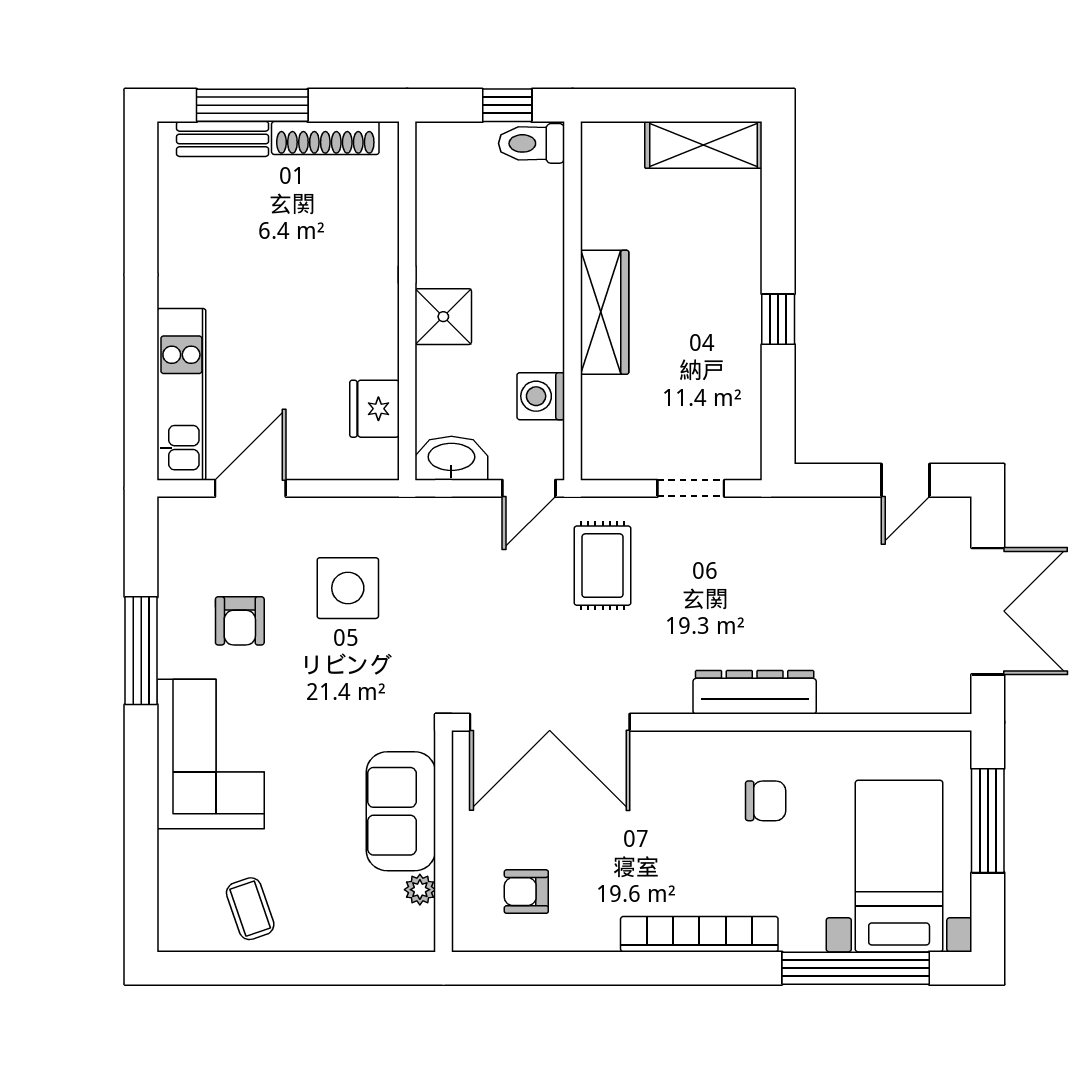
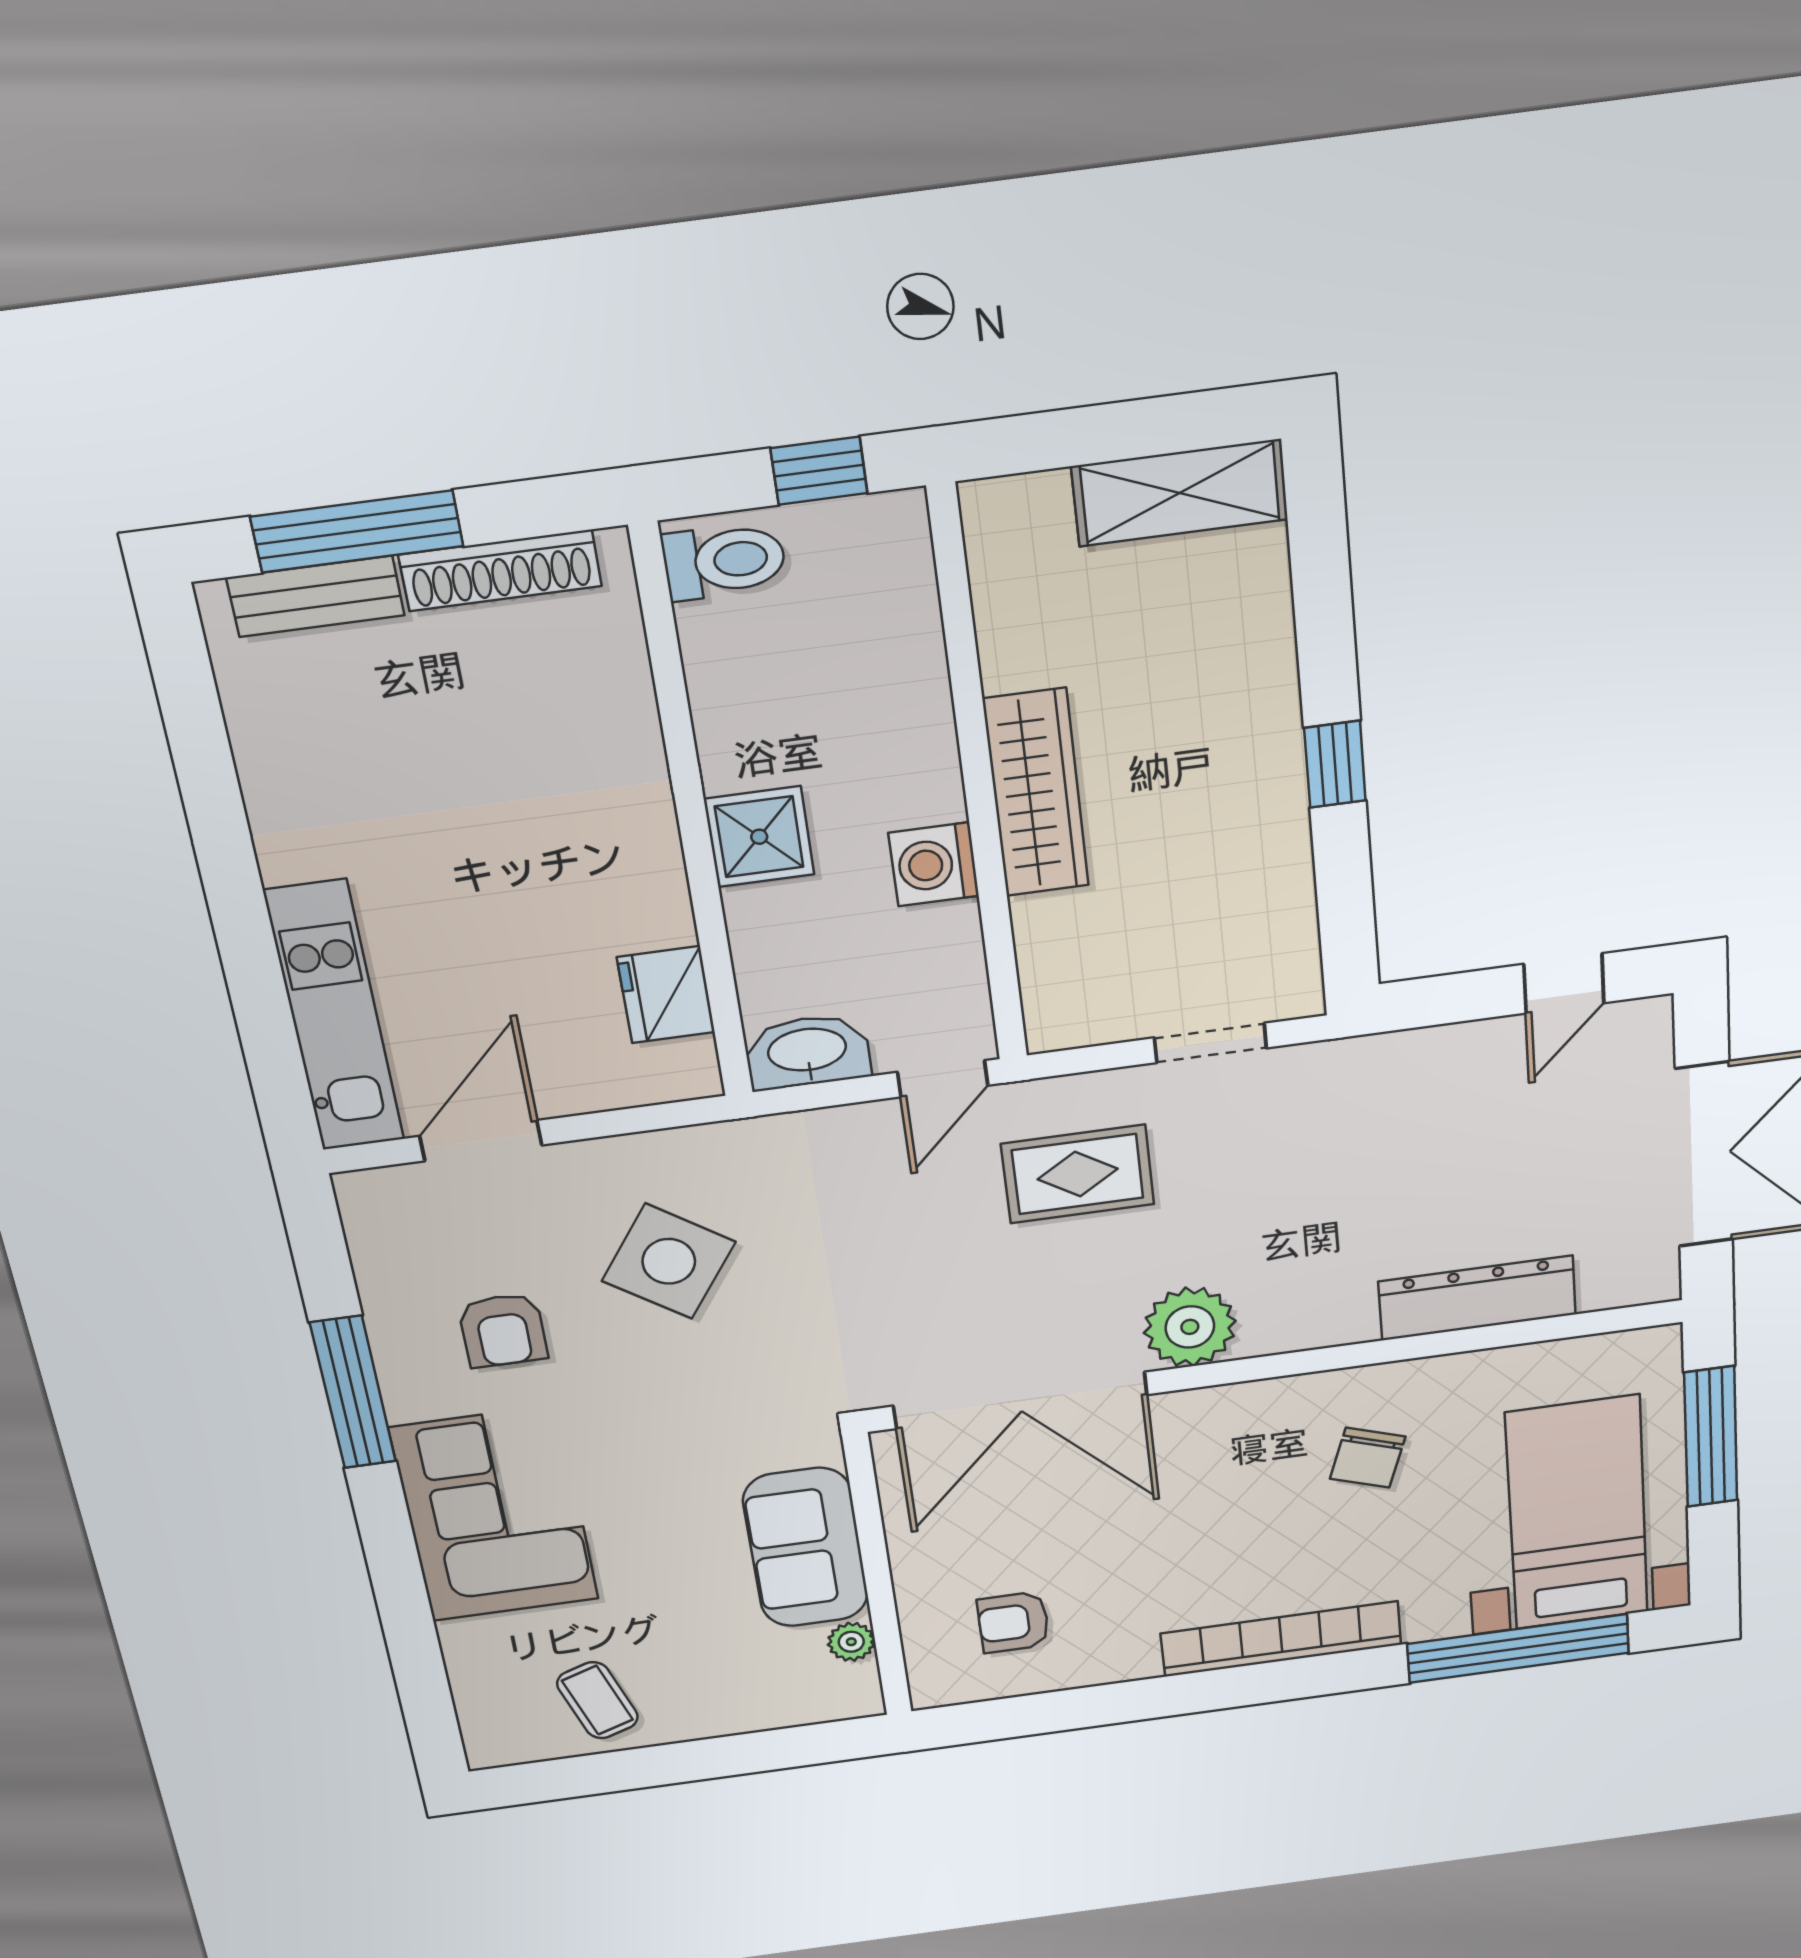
toilet: (532, 143) -> (724, 561), moved, turned 180
washing machine: (541, 396) -> (934, 864), moved
rug: (603, 566) -> (1078, 1174), turned 90
side table: (348, 588) -> (669, 1261), turned 35
plant: (661, 685) -> (1190, 1327), added
dresser: (755, 692) -> (1477, 1298), moved
chair: (766, 801) -> (1368, 1458), turned 109

